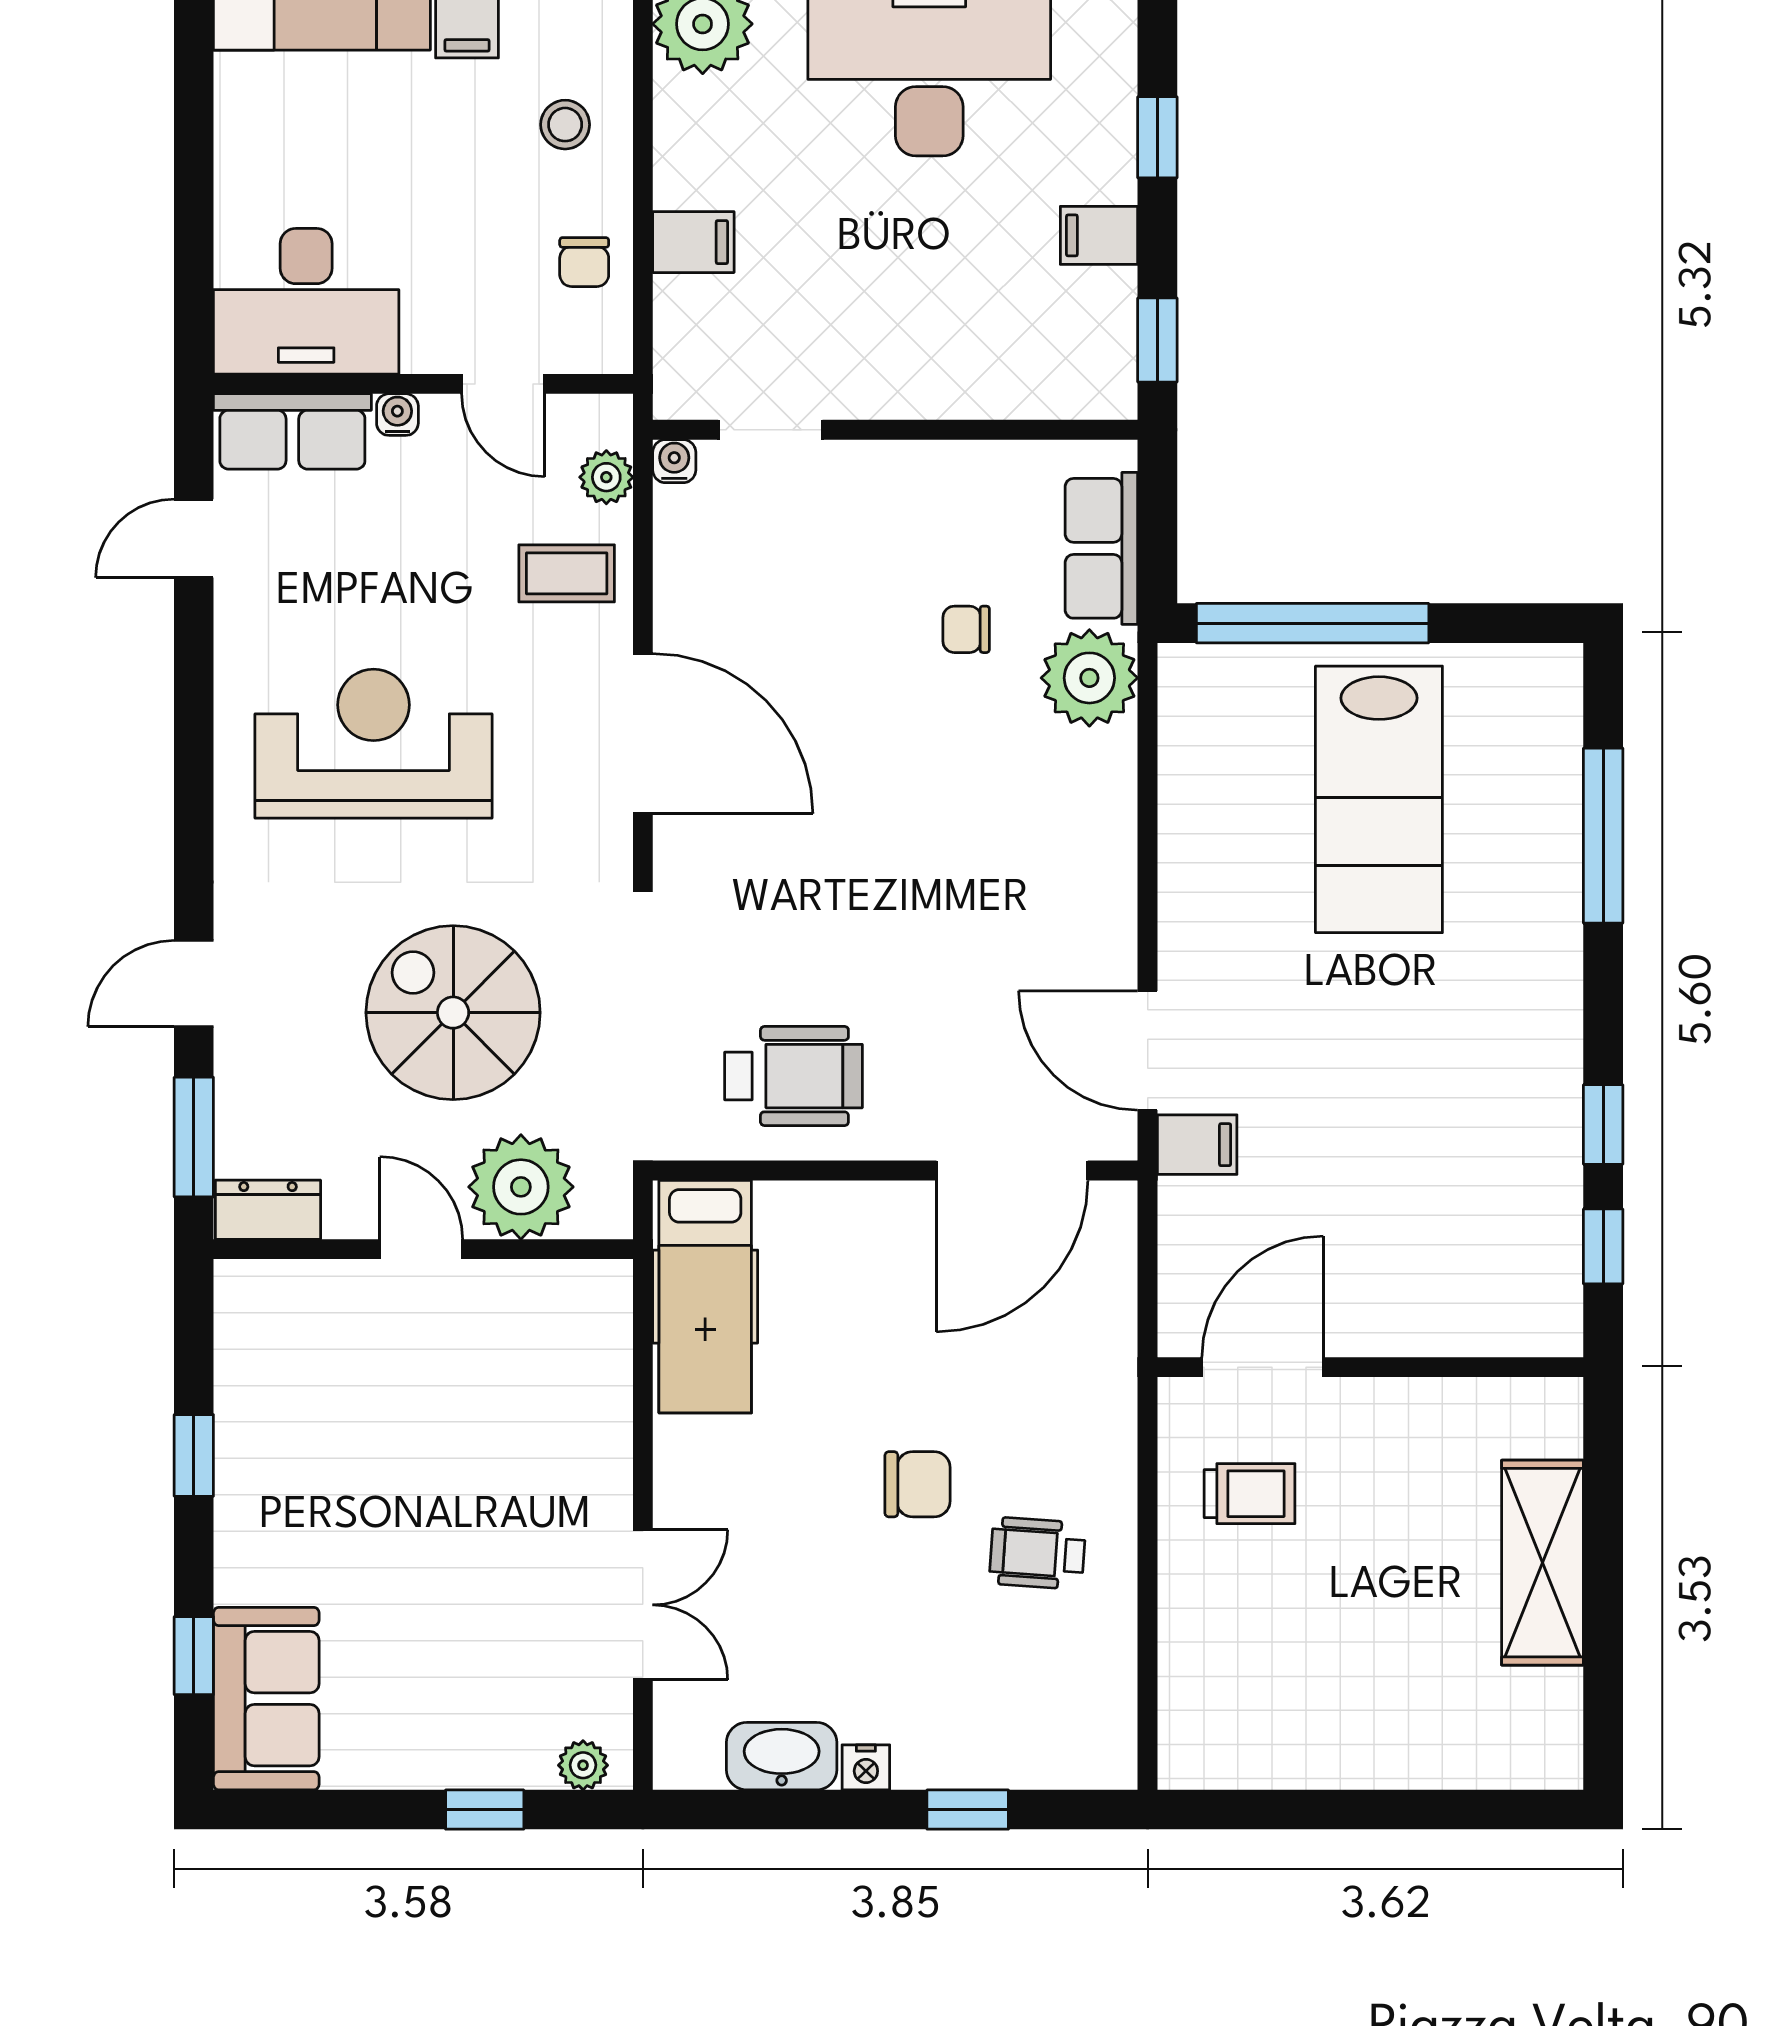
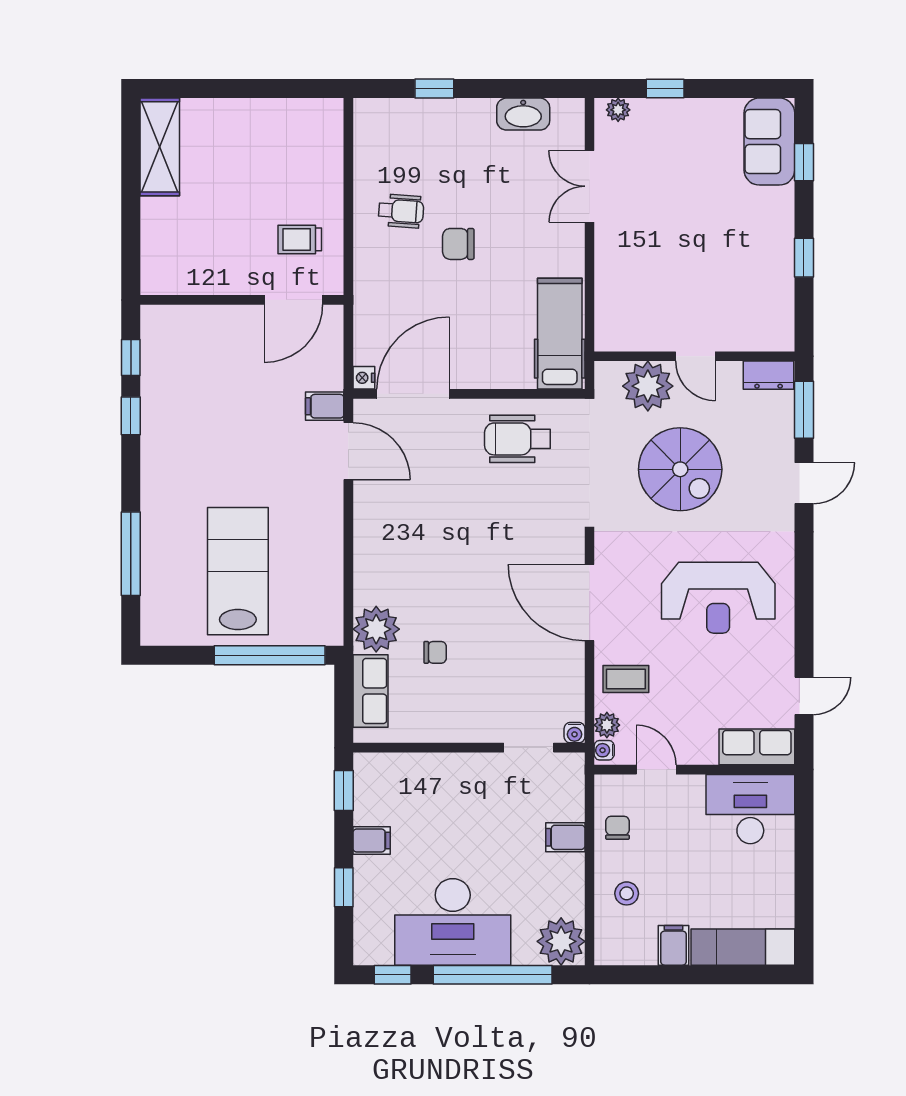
water cooler: (397, 415) -> (604, 750), moved, turned 90
shelving: (1543, 1563) -> (160, 147), moved
nightstand: (866, 1767) -> (364, 378), moved, turned -90

